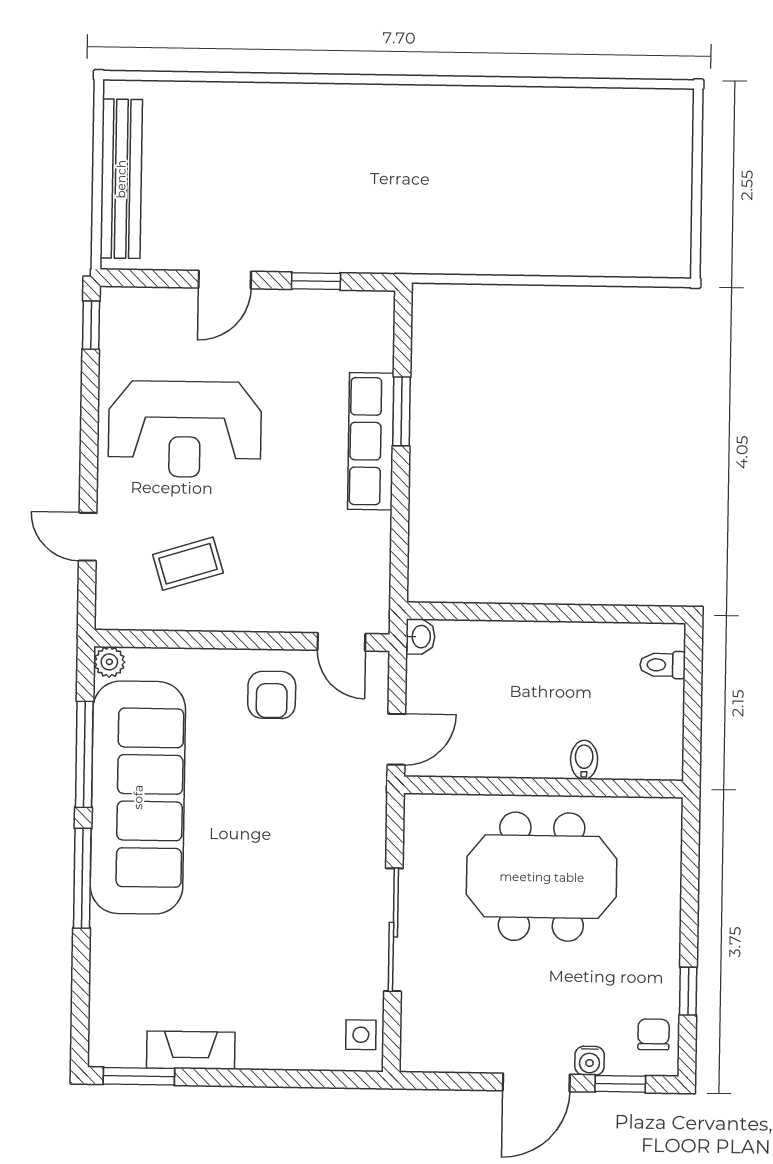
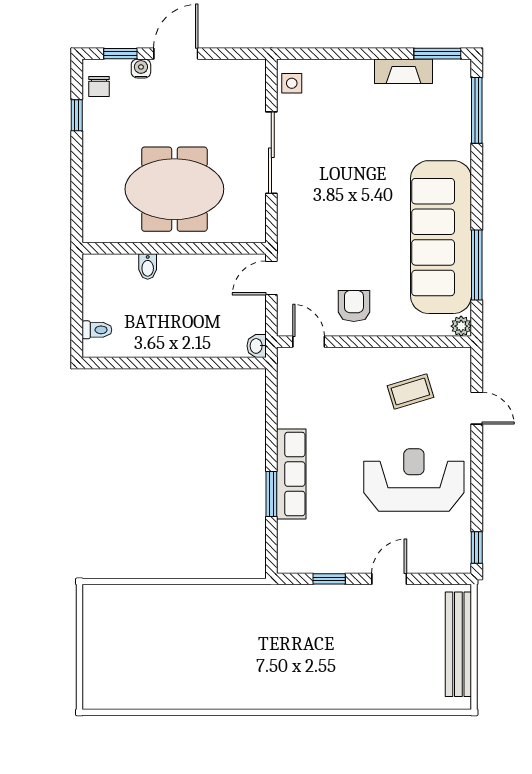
window: (82, 878) -> (477, 110), moved

